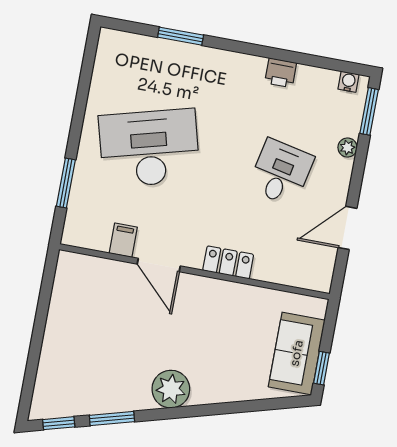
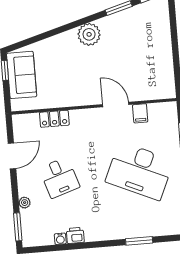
water cooler: (349, 82) -> (60, 239), moved
desk: (149, 148) -> (140, 171), turned 39
desk: (281, 172) -> (59, 178), turned -30
locker: (228, 262) -> (54, 119), moved

